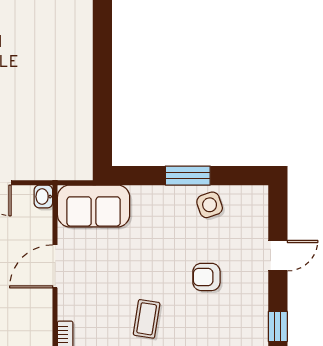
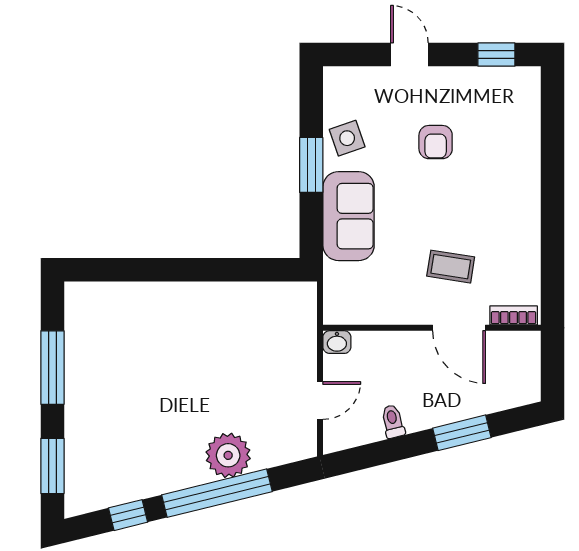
sofa: (94, 206) -> (349, 216), moved
door: (55, 266) -> (459, 328), moved
coffee table: (147, 319) -> (451, 267), moved

